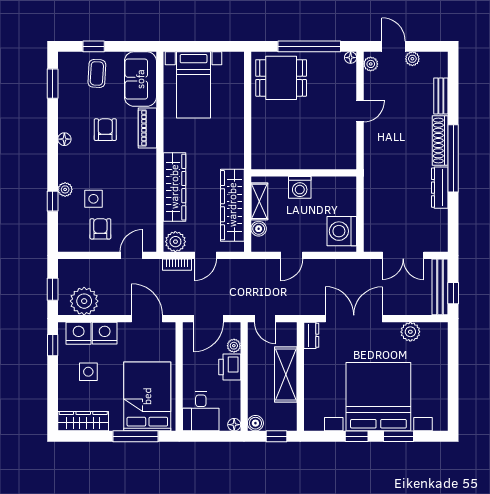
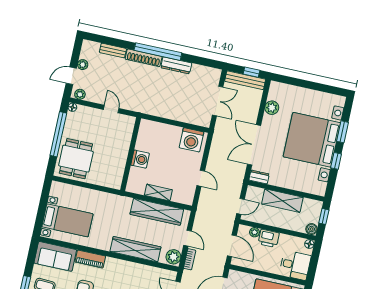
wall: (304, 173) -> (131, 154), moved
washing machine: (300, 187) -> (140, 159), moved
boiler: (259, 229) -> (177, 197), removed

